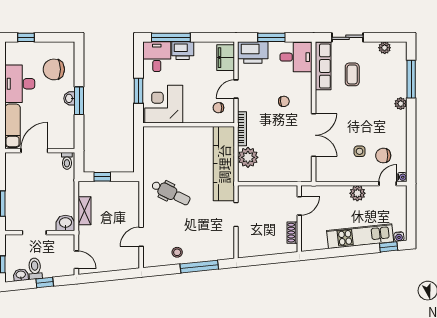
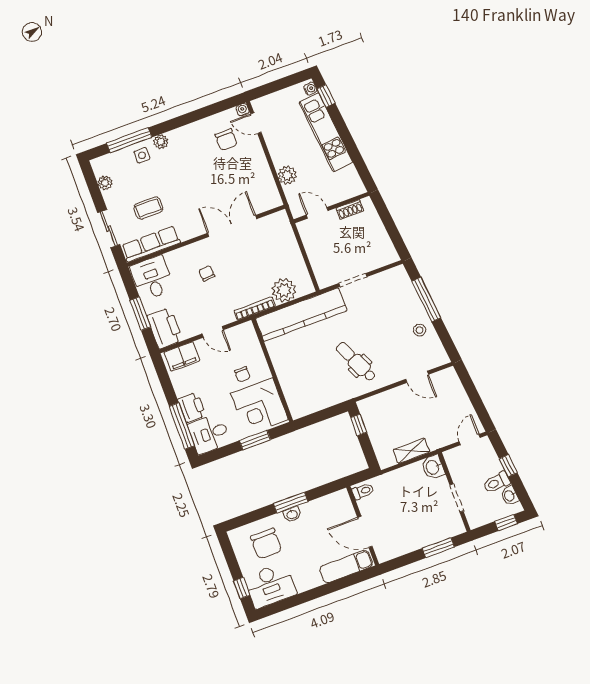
desk: (20, 84) -> (270, 585), moved
chair: (218, 108) -> (242, 374), moved
side table: (360, 151) -> (142, 155), moved
window: (102, 177) -> (359, 425), moved
dental chair: (171, 193) -> (356, 362), turned -51
plant: (357, 193) -> (287, 175), moved

